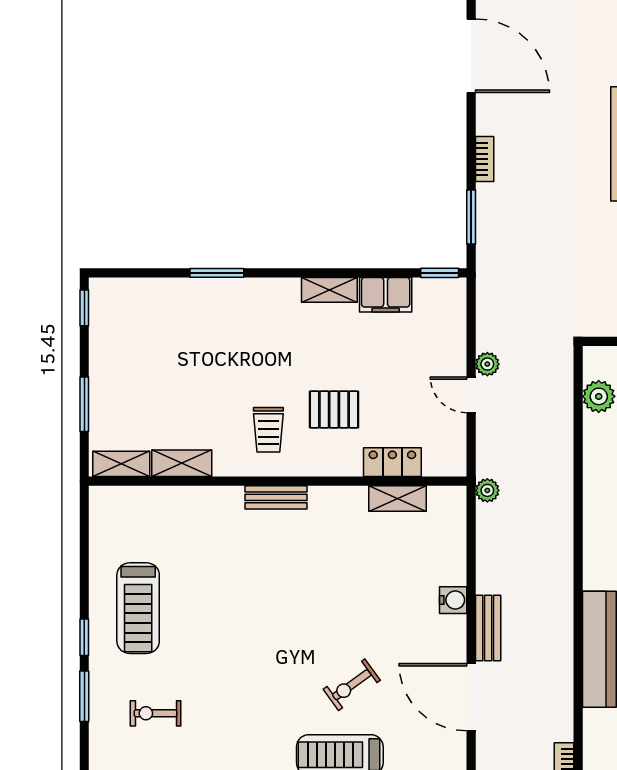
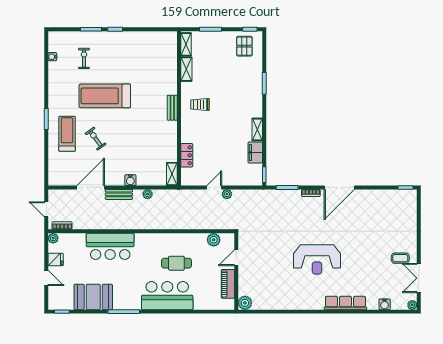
door: (471, 56) -> (339, 187), moved
pallet: (334, 409) -> (244, 46), moved
plant: (487, 490) -> (148, 194), moved
shelving: (398, 498) -> (172, 174), moved
treadmill: (138, 608) -> (105, 96), moved, width x1.37, depth x1.38

